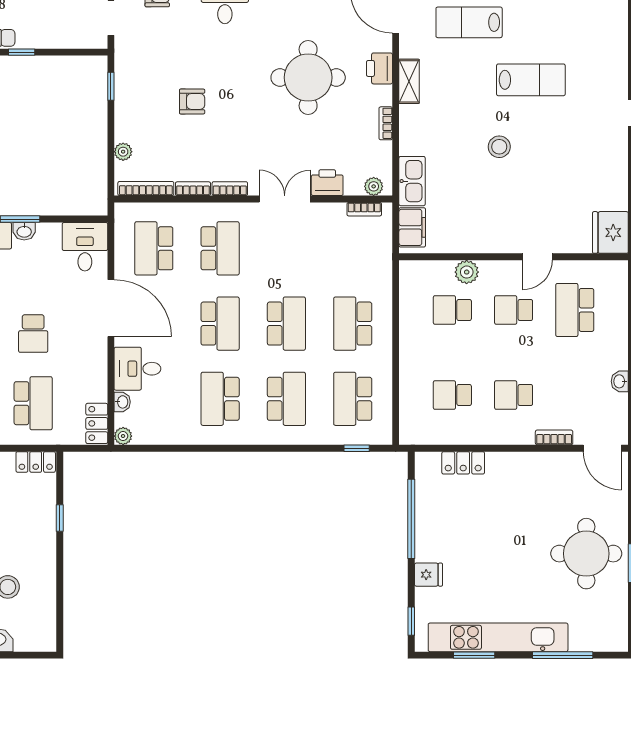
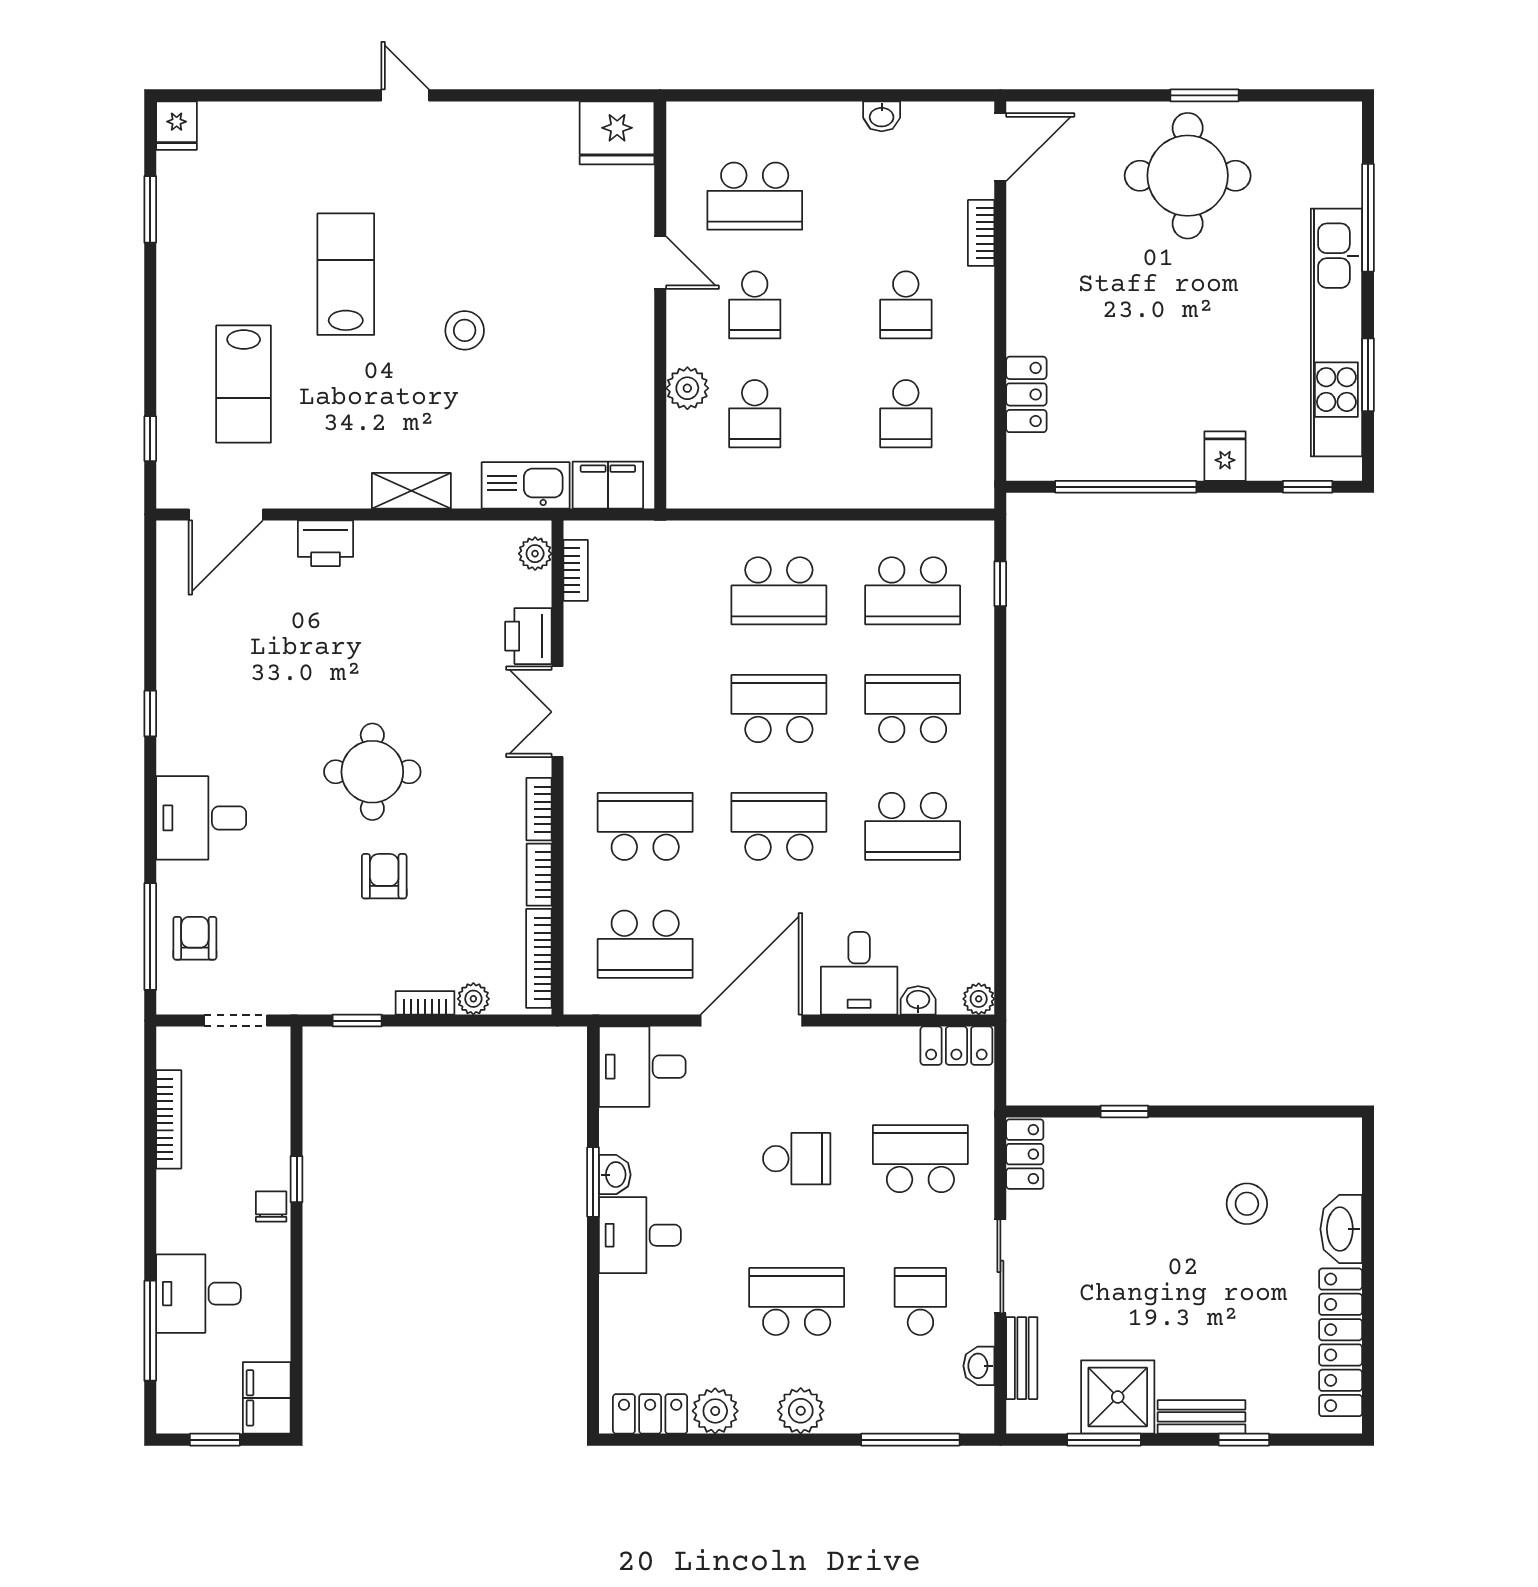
round table: (308, 78) -> (372, 772), moved, width x0.73, depth x0.73
shelving: (409, 81) -> (411, 491), moved
bookcase: (386, 123) -> (425, 1003), moved, turned 180

